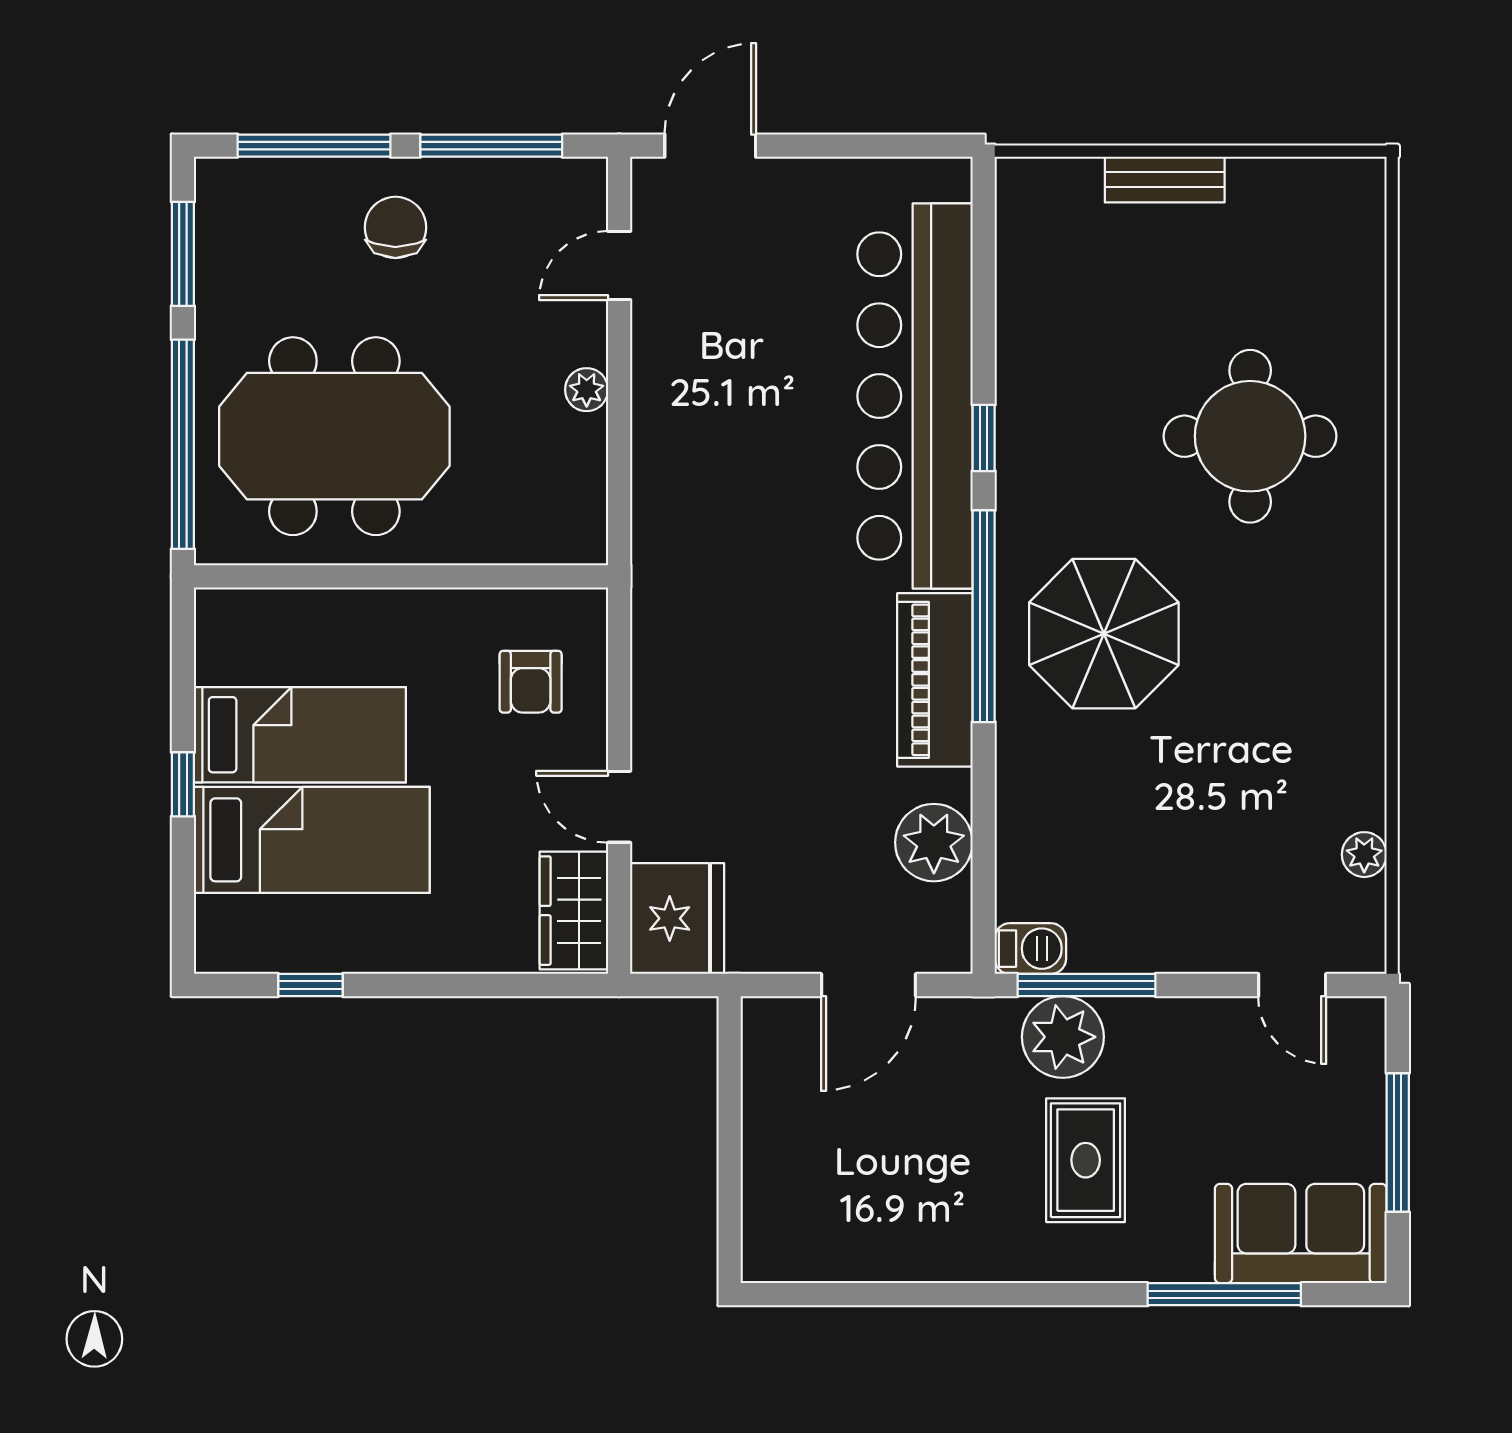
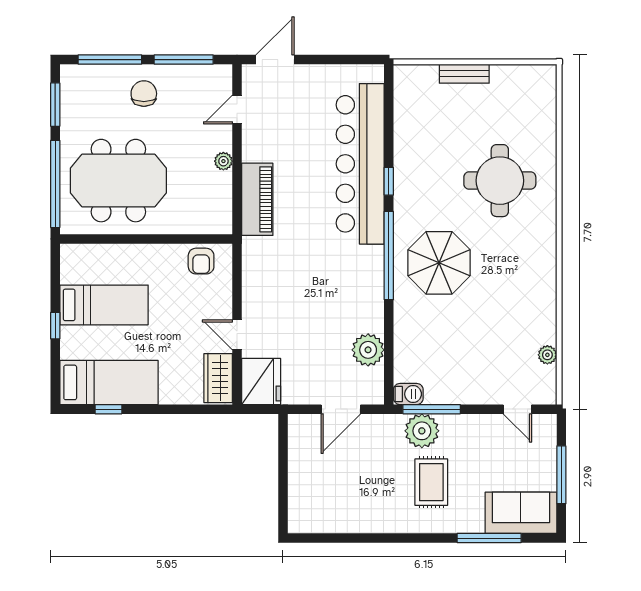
piano: (935, 680) -> (257, 199), moved, turned 180
armchair: (531, 682) -> (201, 261), moved
bed: (312, 840) -> (109, 382), moved

